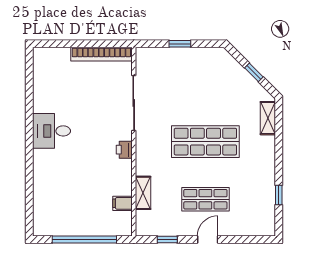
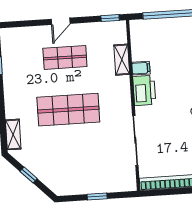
printer: (124, 150) -> (144, 90), width x1.87, depth x1.48
filing cabinet: (122, 203) -> (141, 68), moved
window: (167, 239) -> (110, 18), moved

